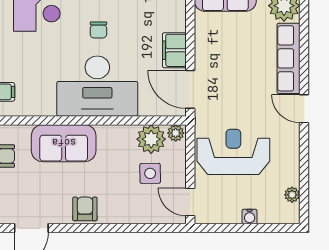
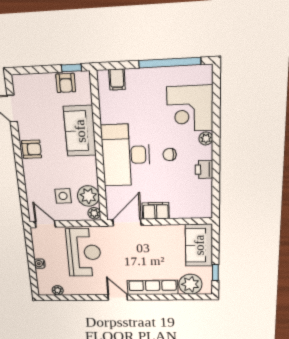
door: (304, 109) -> (118, 297), hinge flipped
door: (190, 202) -> (45, 224), hinge flipped

